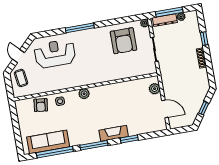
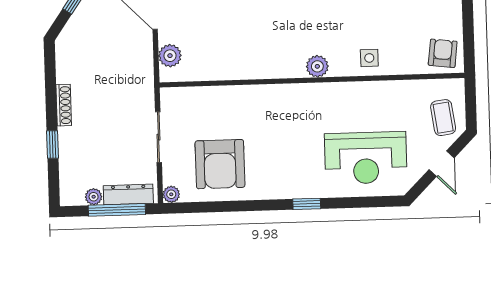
window: (80, 28) -> (307, 204), width x0.46
armchair: (123, 41) -> (220, 164), turned 180
armchair: (41, 105) -> (443, 53), moved

